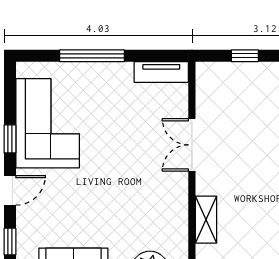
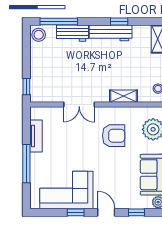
window: (245, 56) -> (26, 87), moved
tv unit: (161, 72) -> (36, 136), moved
armchair: (139, 203) -> (114, 136), added

